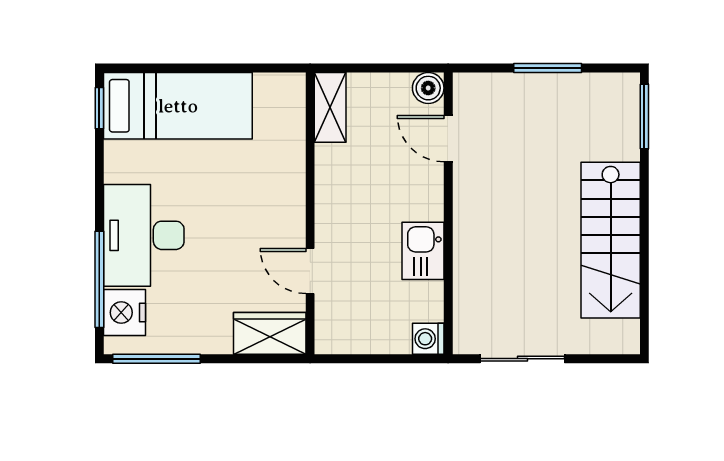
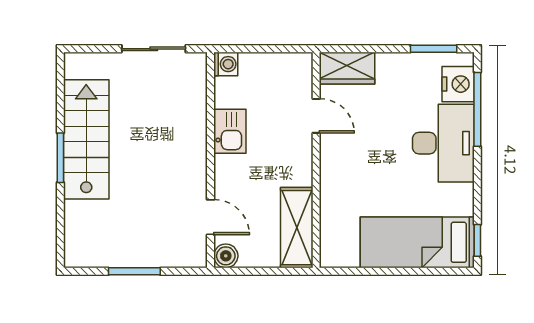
shelving: (330, 107) -> (297, 228), width x1.50, depth x1.33
window: (644, 116) -> (60, 158), moved
window: (157, 359) -> (434, 49), width x0.69

